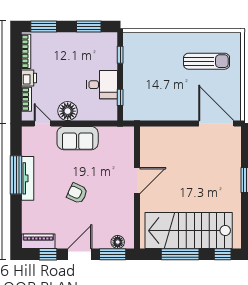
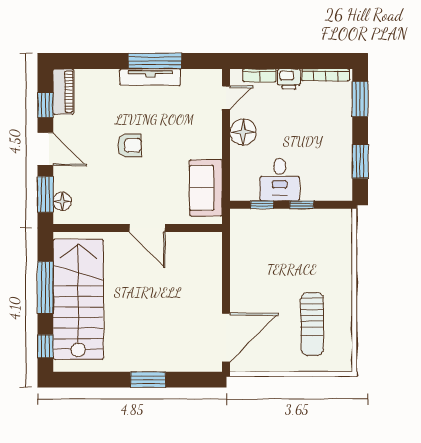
window: (120, 55) -> (302, 205), moved
sofa: (78, 138) -> (206, 188), moved
armchair: (77, 193) -> (130, 145), turned 65

